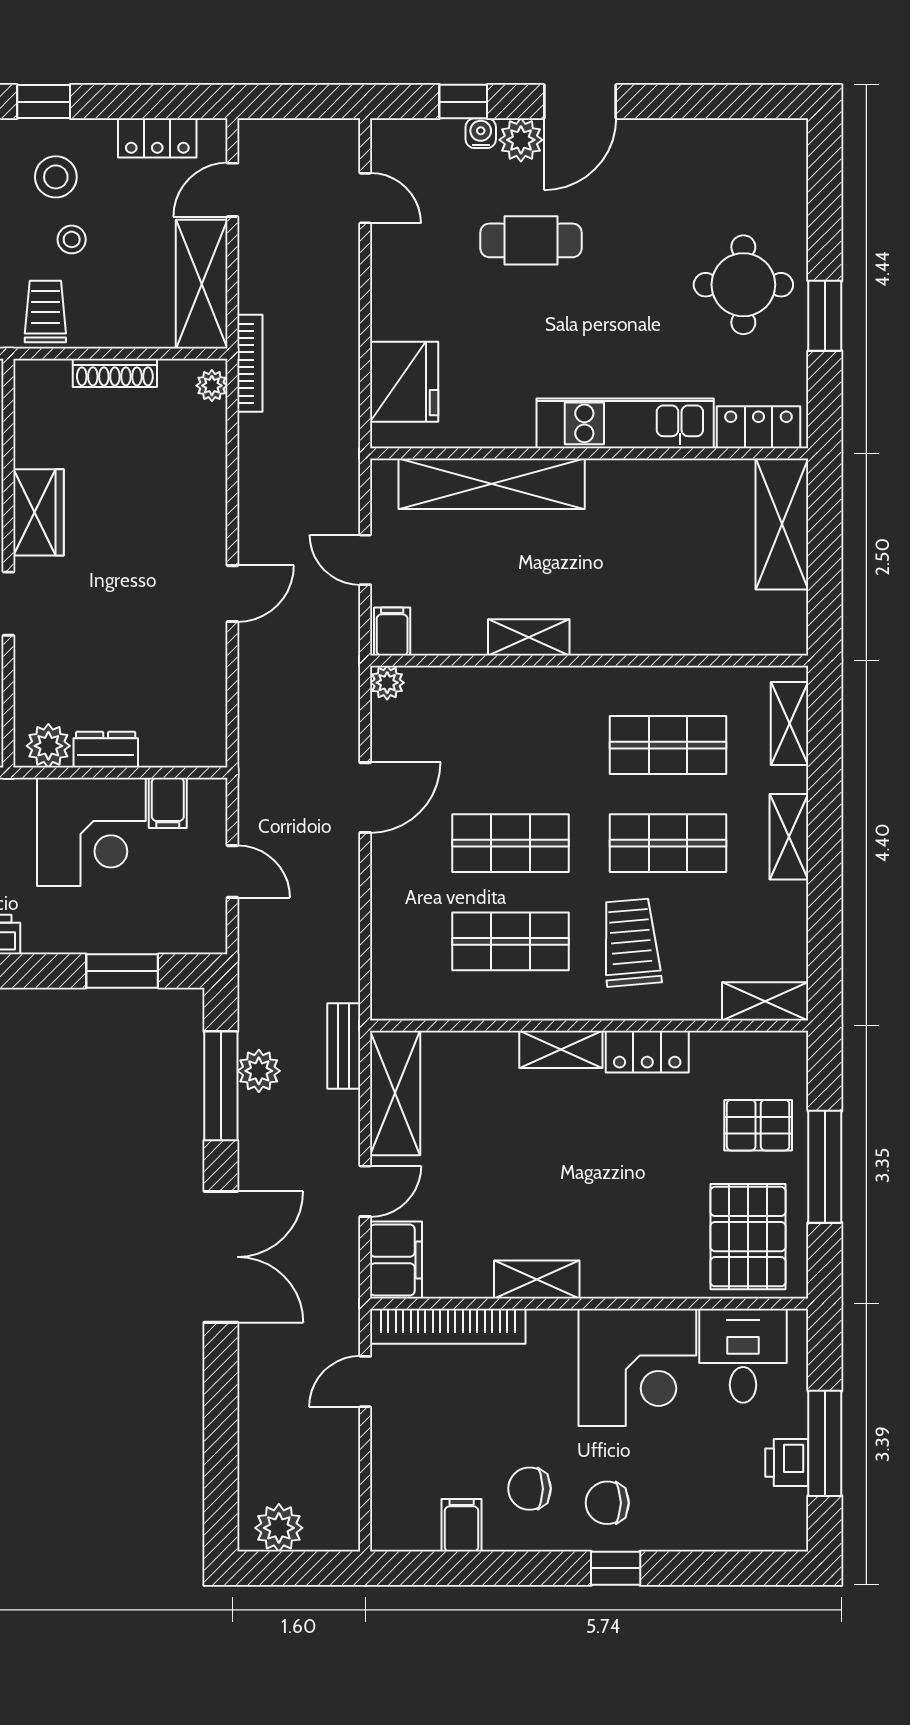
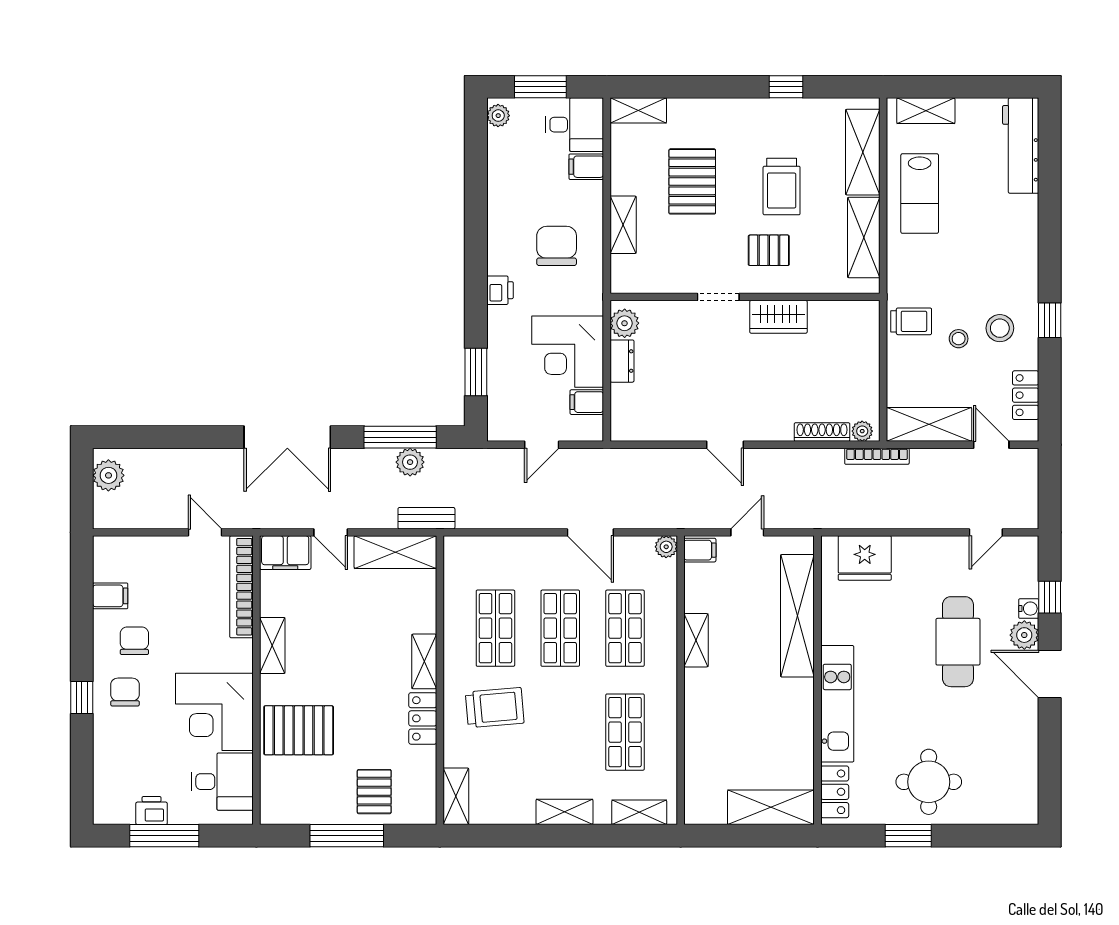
cafe table: (531, 240) -> (958, 642), width x1.37, depth x1.35
shoe rack: (115, 373) -> (822, 432), moved, turned 90
shop shelf: (668, 843) -> (625, 628), moved
pallet: (748, 1237) -> (299, 730), moved

